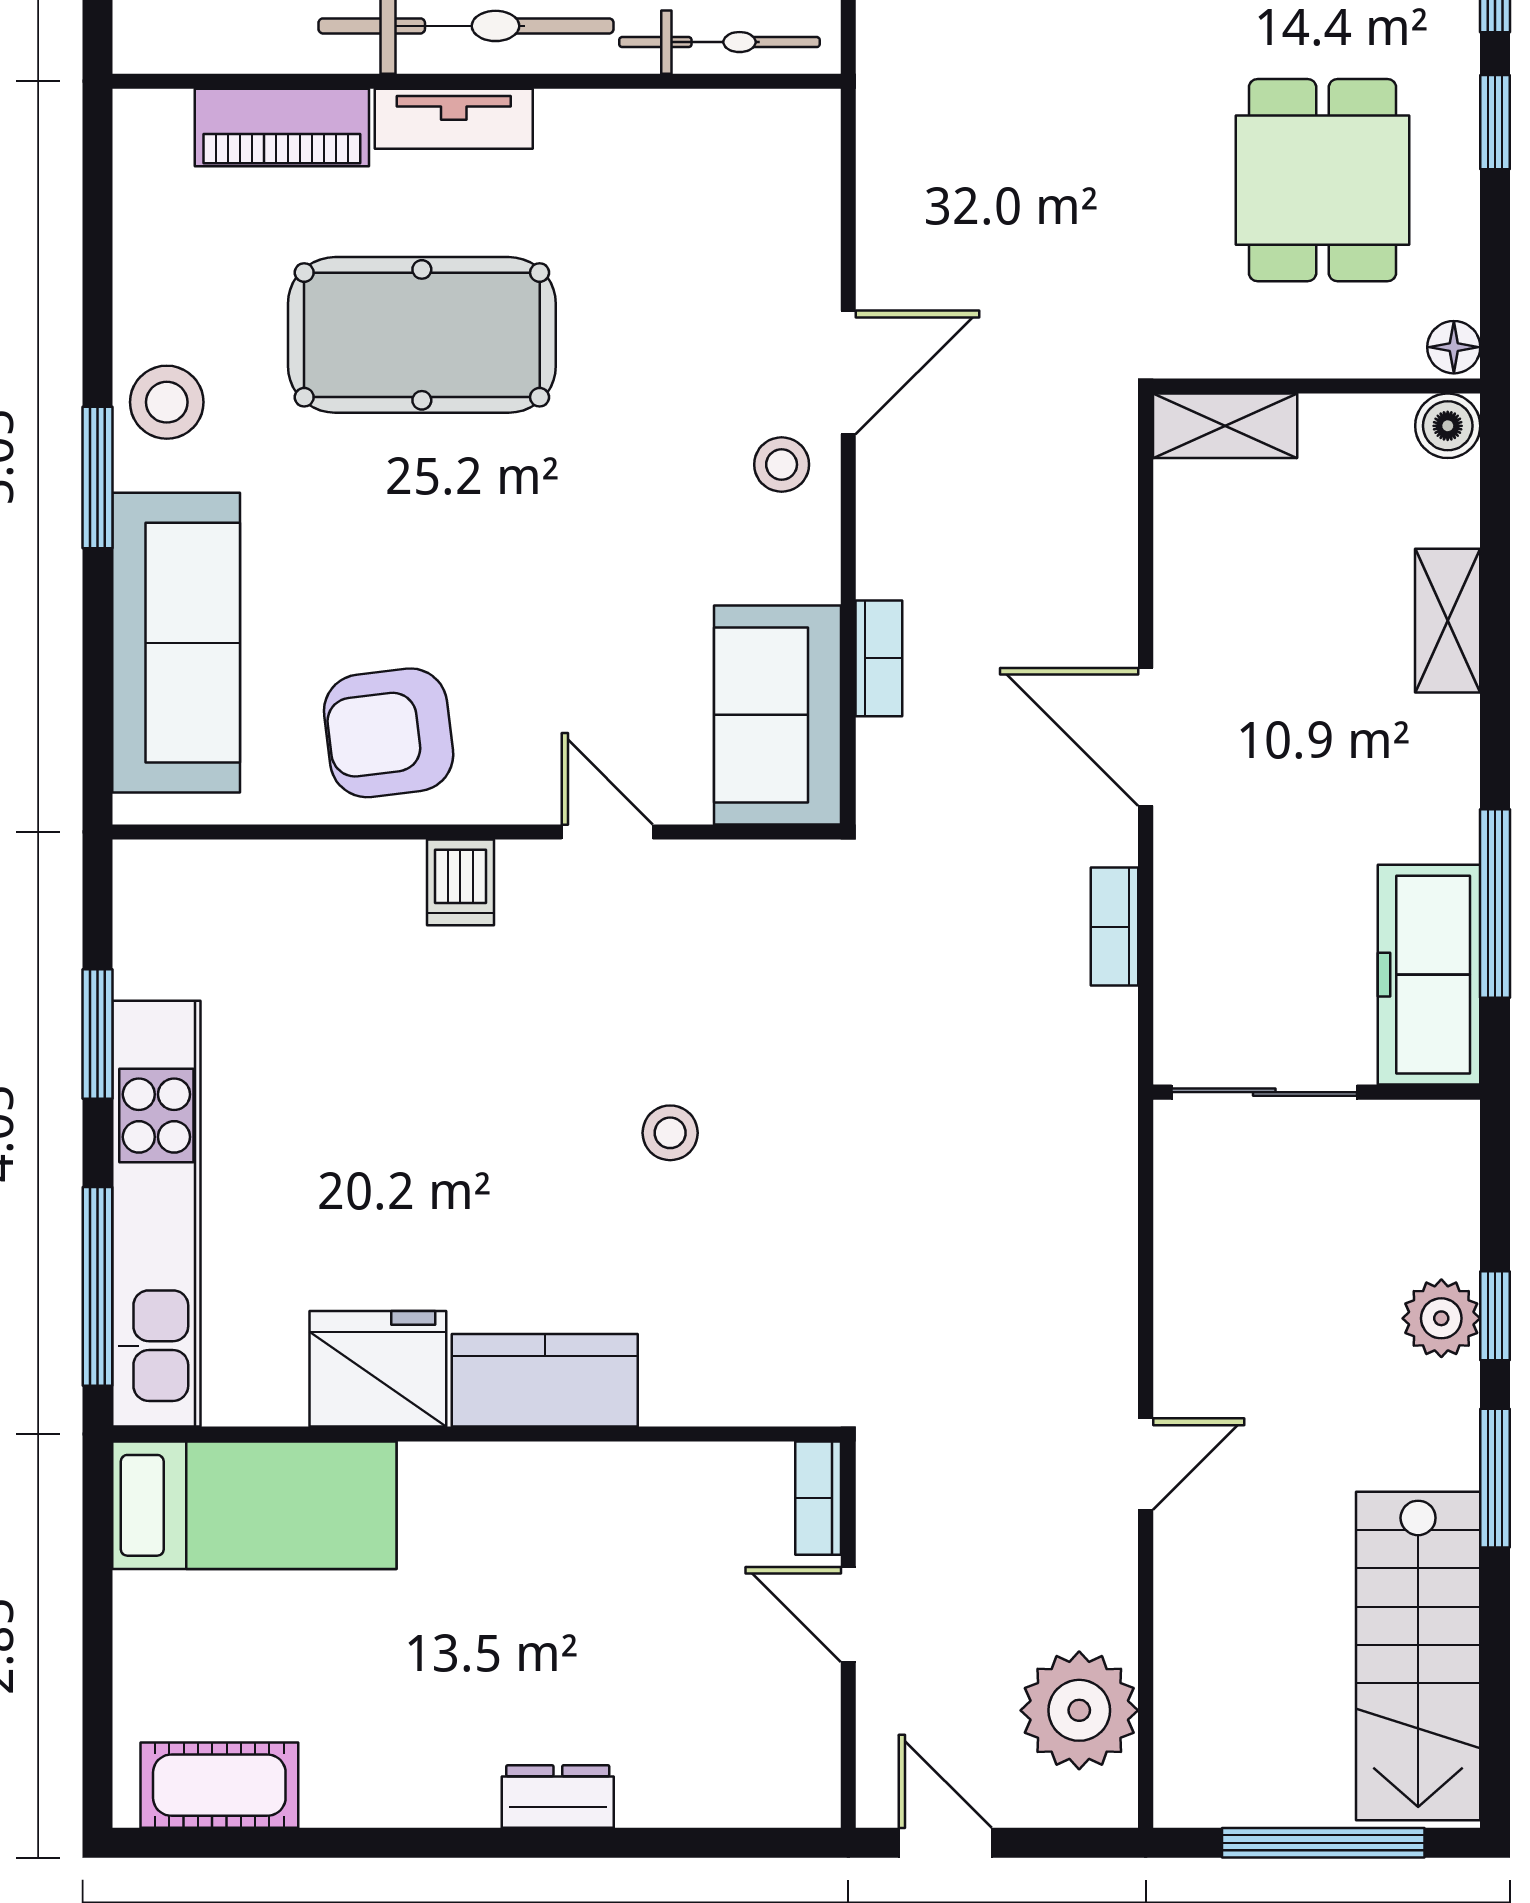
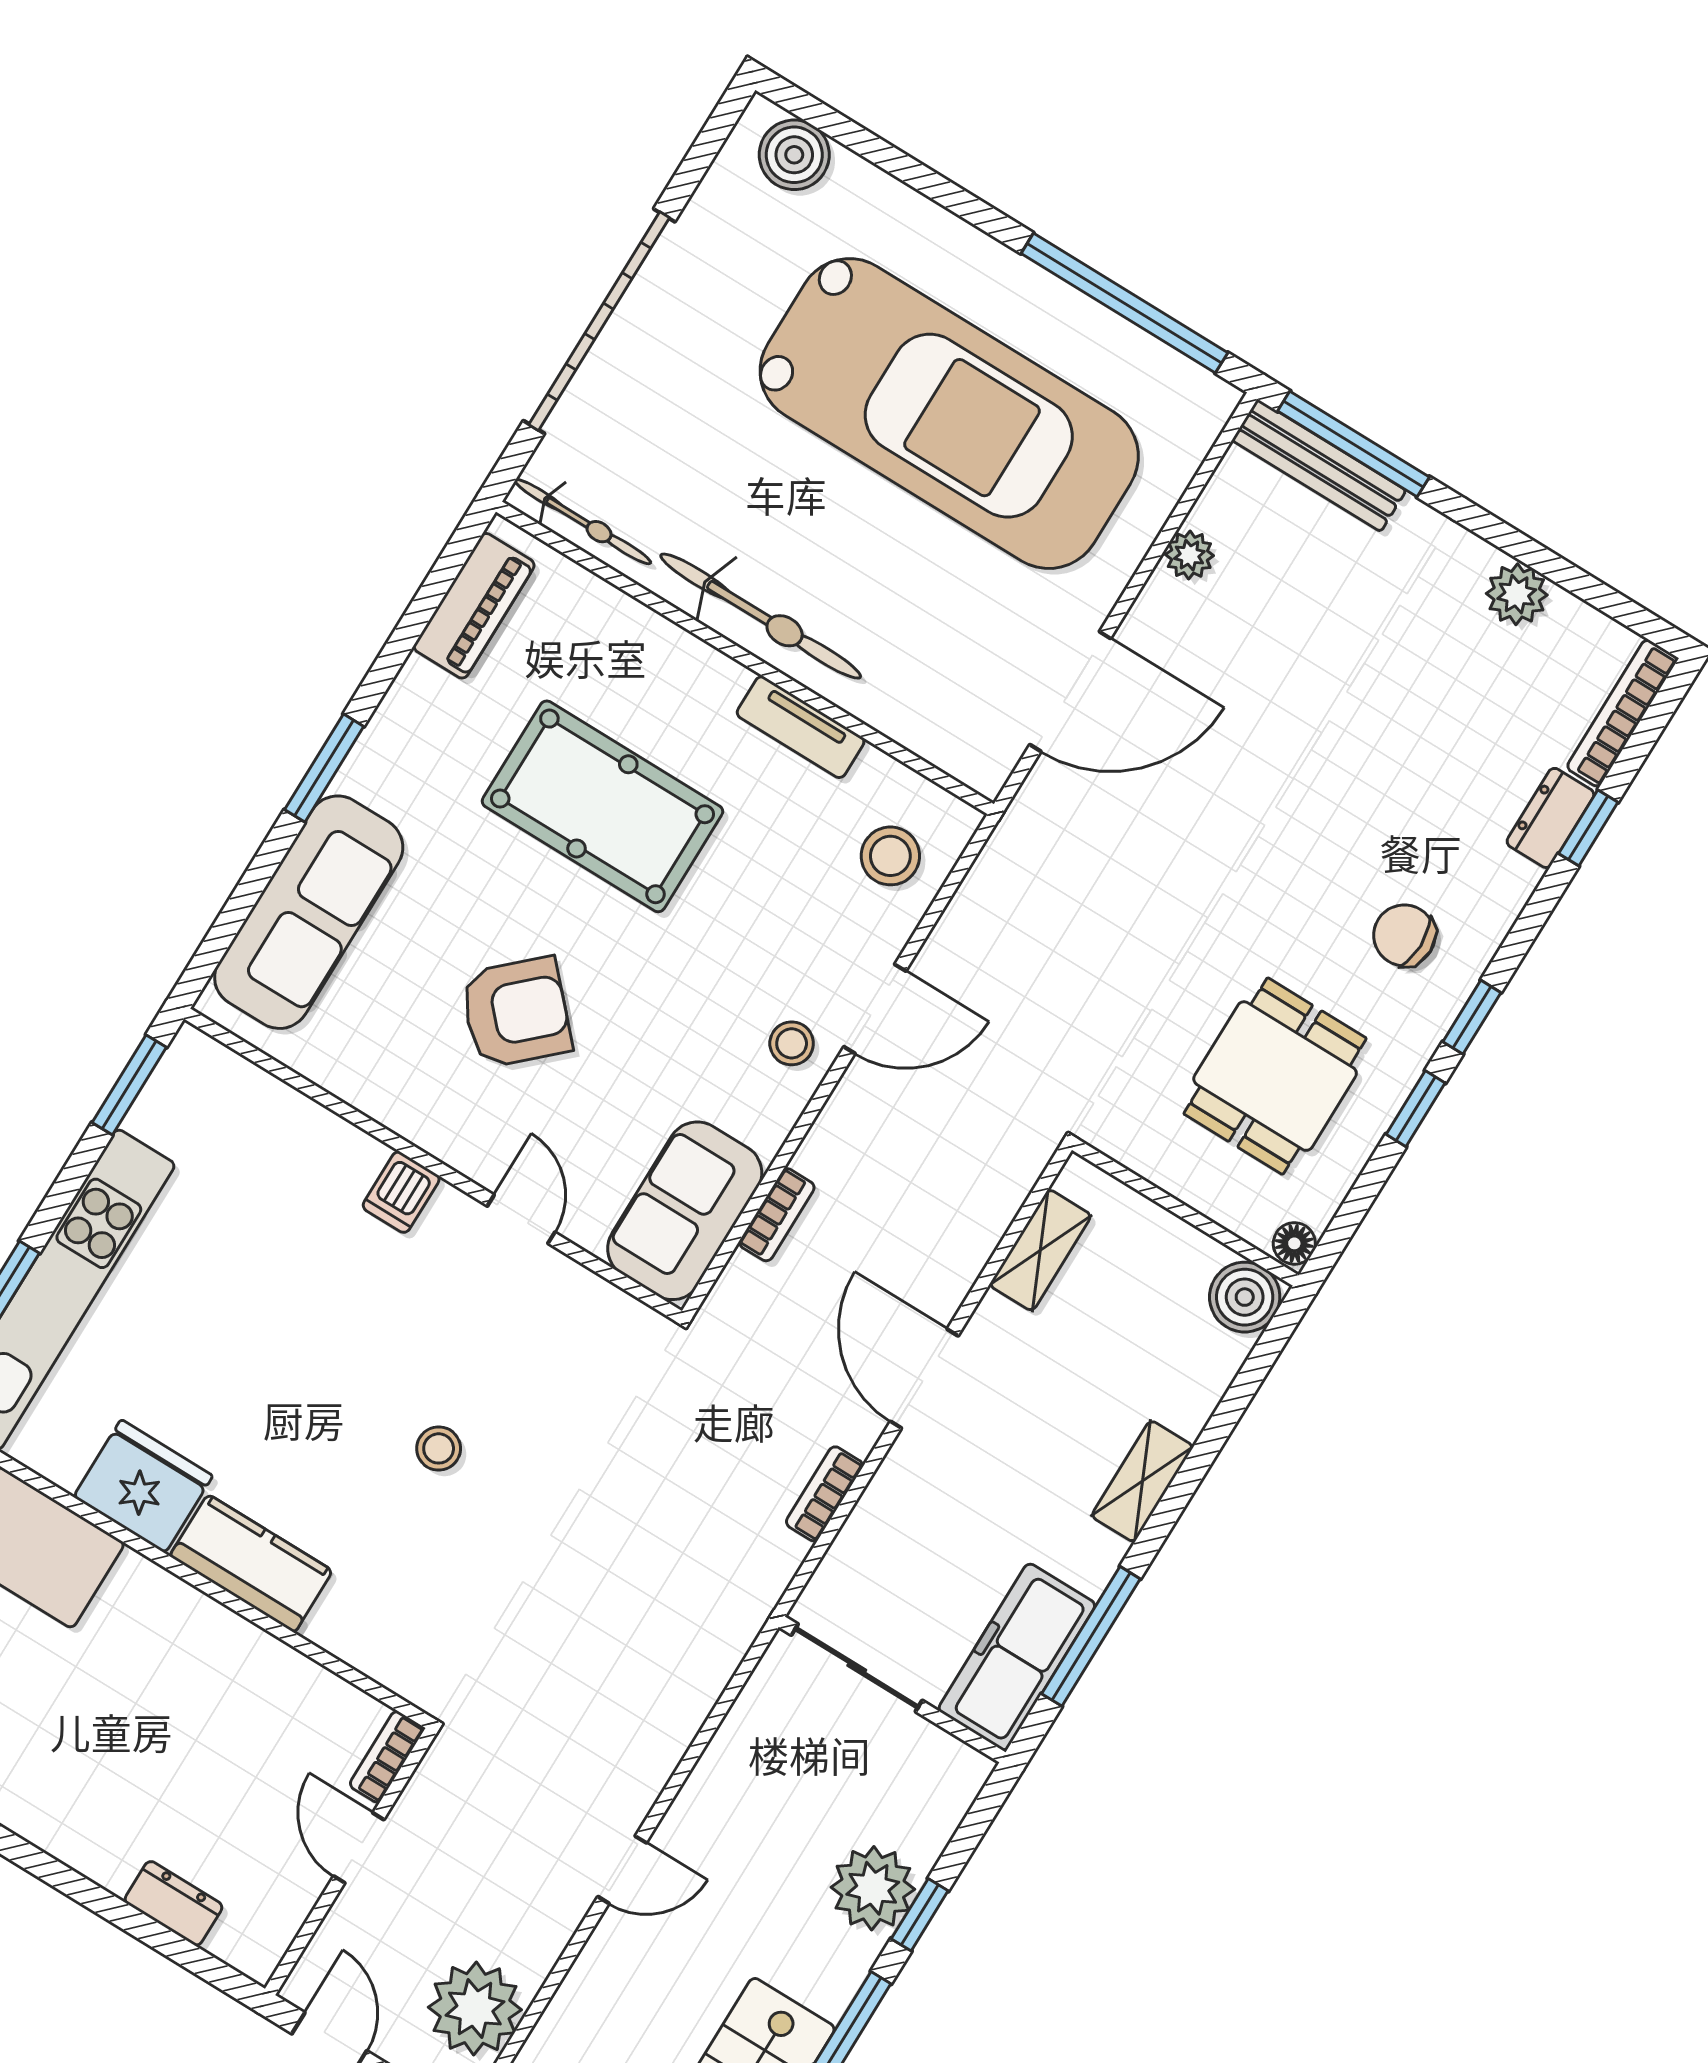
bicycle: (719, 42) -> (583, 522), moved
tv unit: (454, 119) -> (801, 727), moved
piano: (282, 128) -> (474, 606), moved, turned -90
stool: (167, 402) -> (890, 856), moved
shelving: (1225, 426) -> (1040, 1250), moved, turned 90
boiler: (1448, 426) -> (1245, 1297), width x1.36, depth x1.36
shelving: (1448, 621) -> (1142, 1481), moved
armchair: (389, 733) -> (516, 1012), moved, turned 144
window: (98, 1034) -> (129, 1085), moved
plant: (1441, 1318) -> (873, 1888), width x1.36, depth x1.36
dresser: (558, 1797) -> (174, 1903), moved

